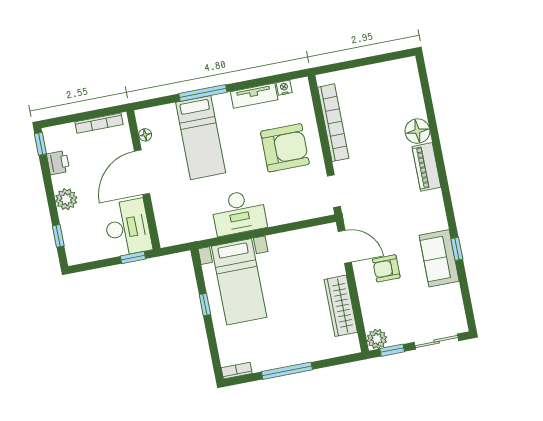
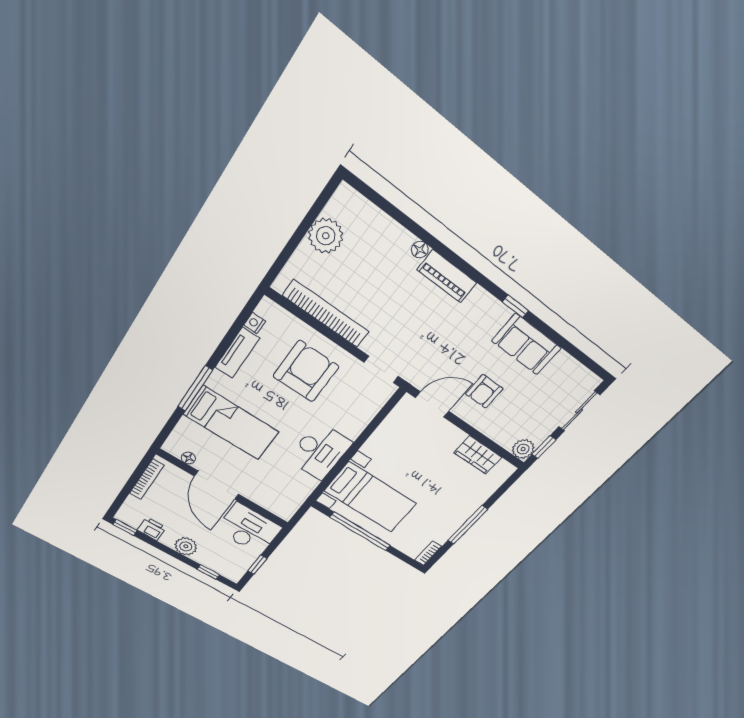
plant: (377, 77) -> (326, 236), added
floor lamp: (417, 131) -> (420, 250), width x0.53, depth x0.53
window: (457, 249) -> (515, 306), moved
window: (133, 257) -> (257, 565), moved
window: (205, 305) -> (360, 531), width x3.17
wardrobe: (341, 306) -> (478, 455), width x0.67

